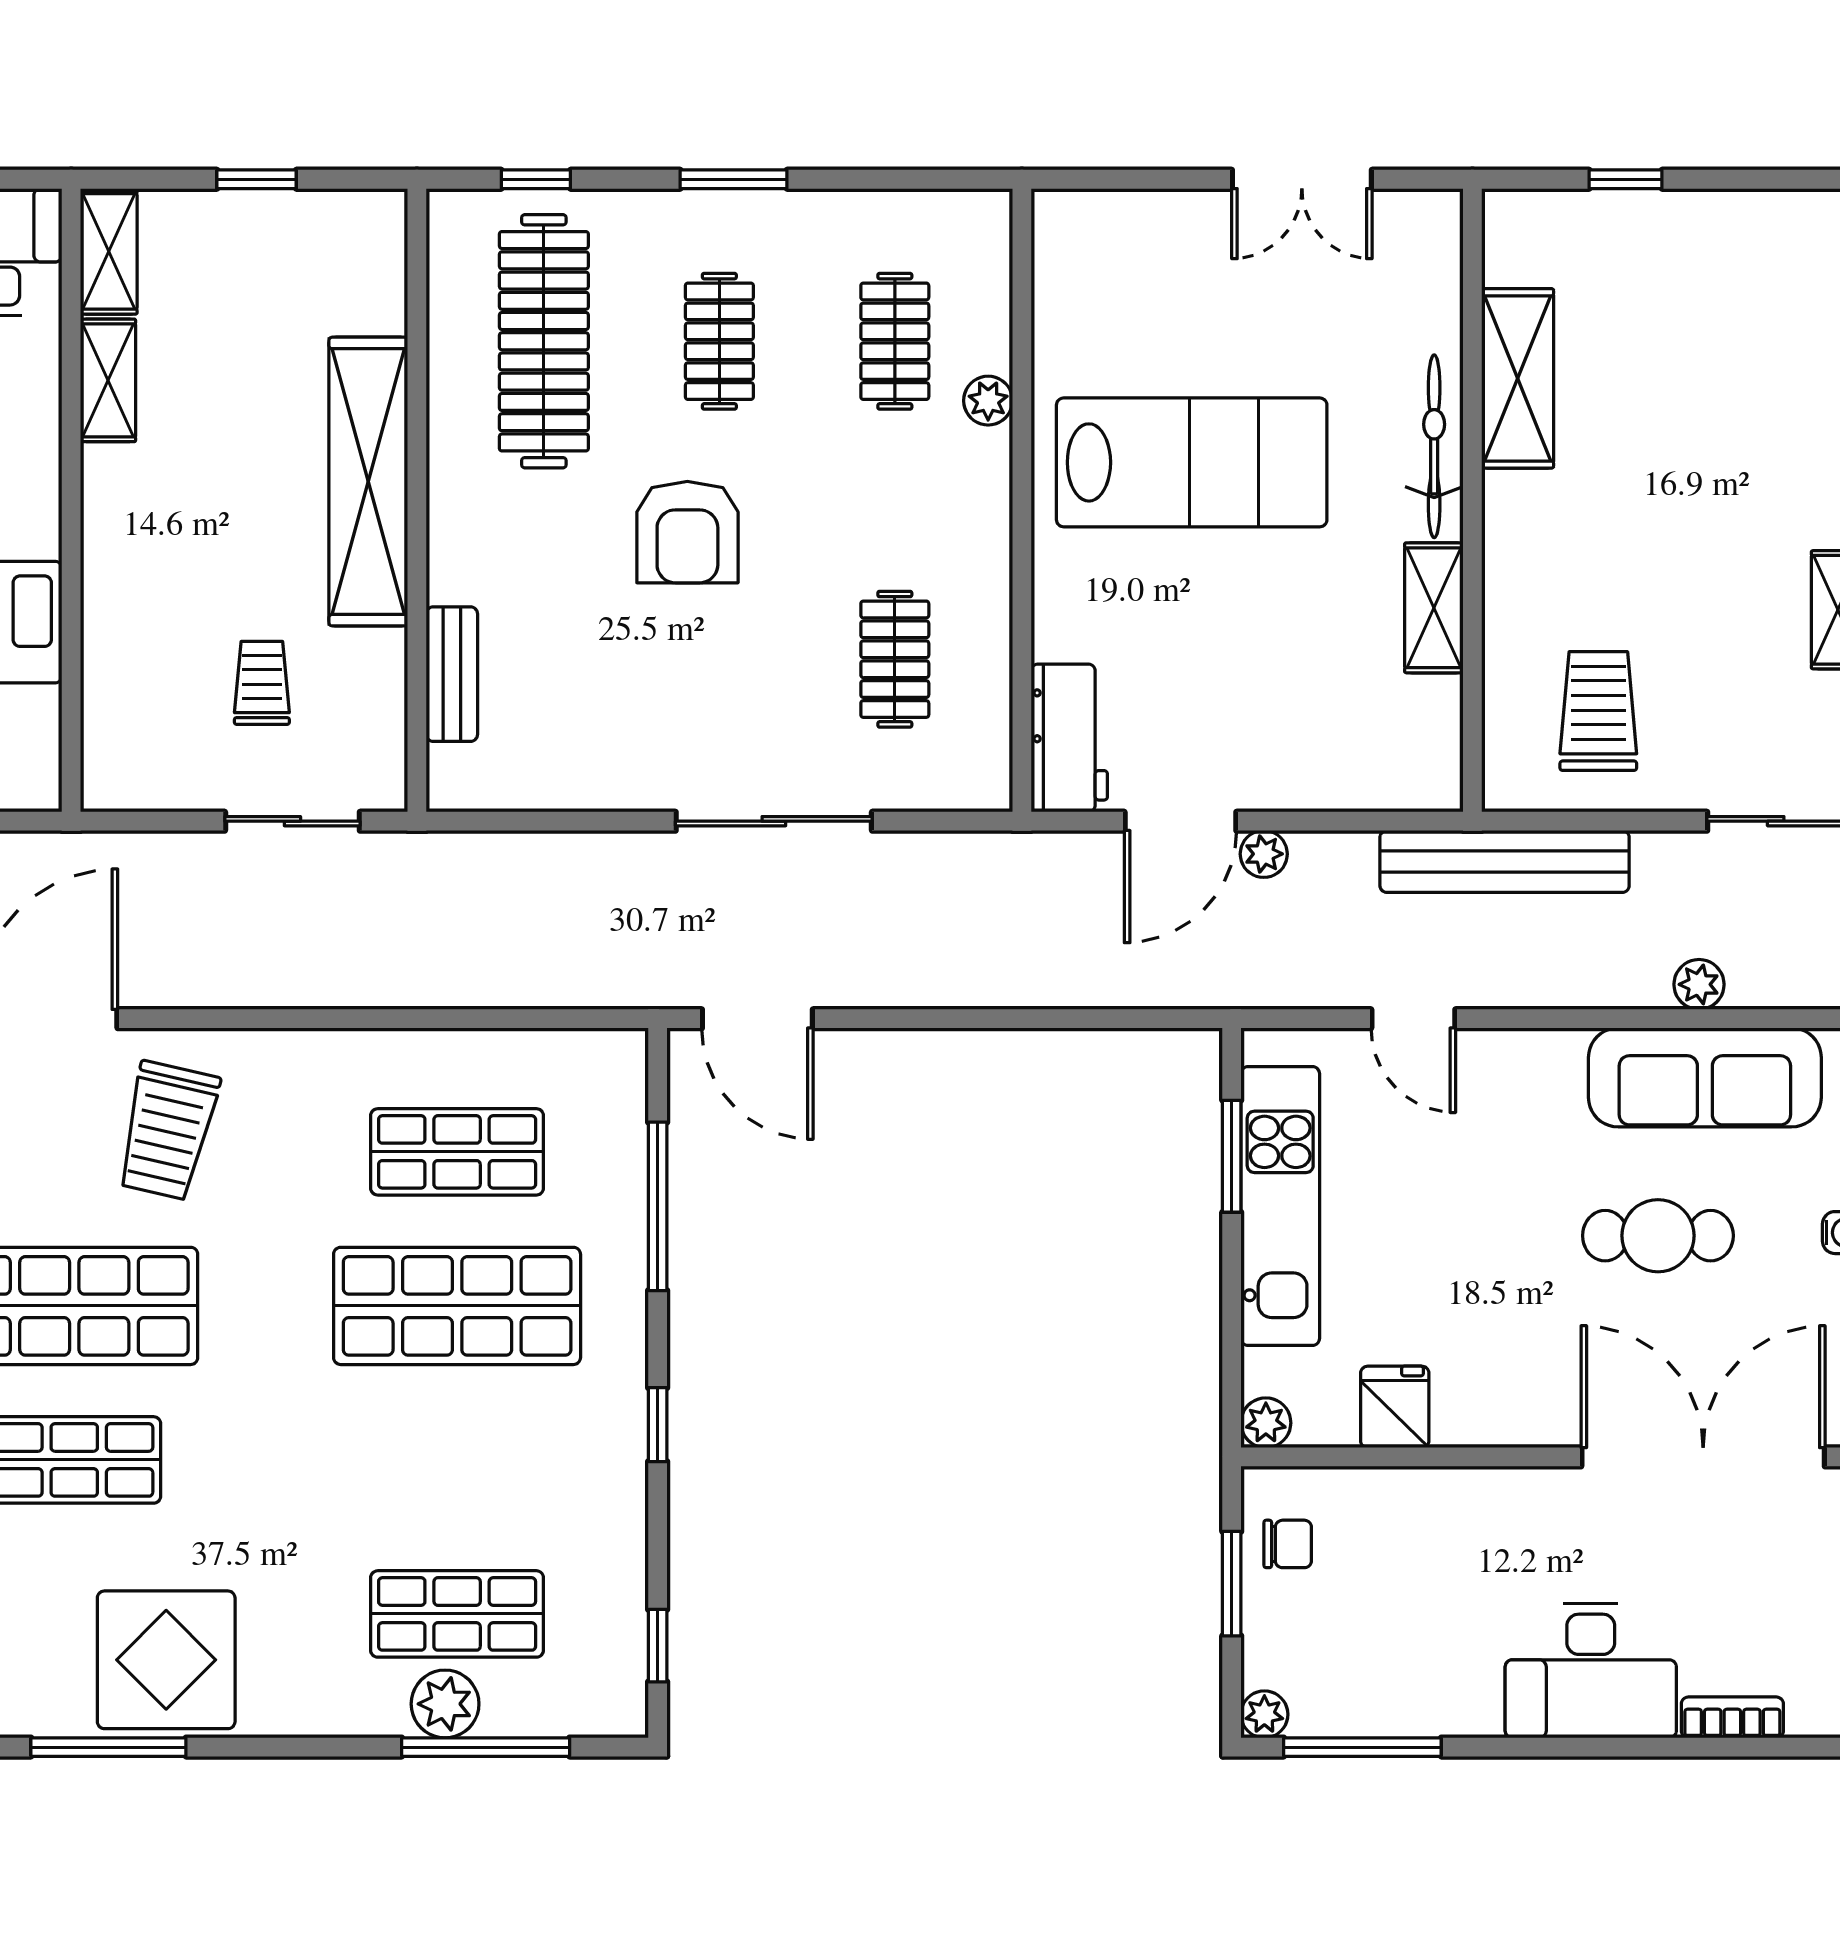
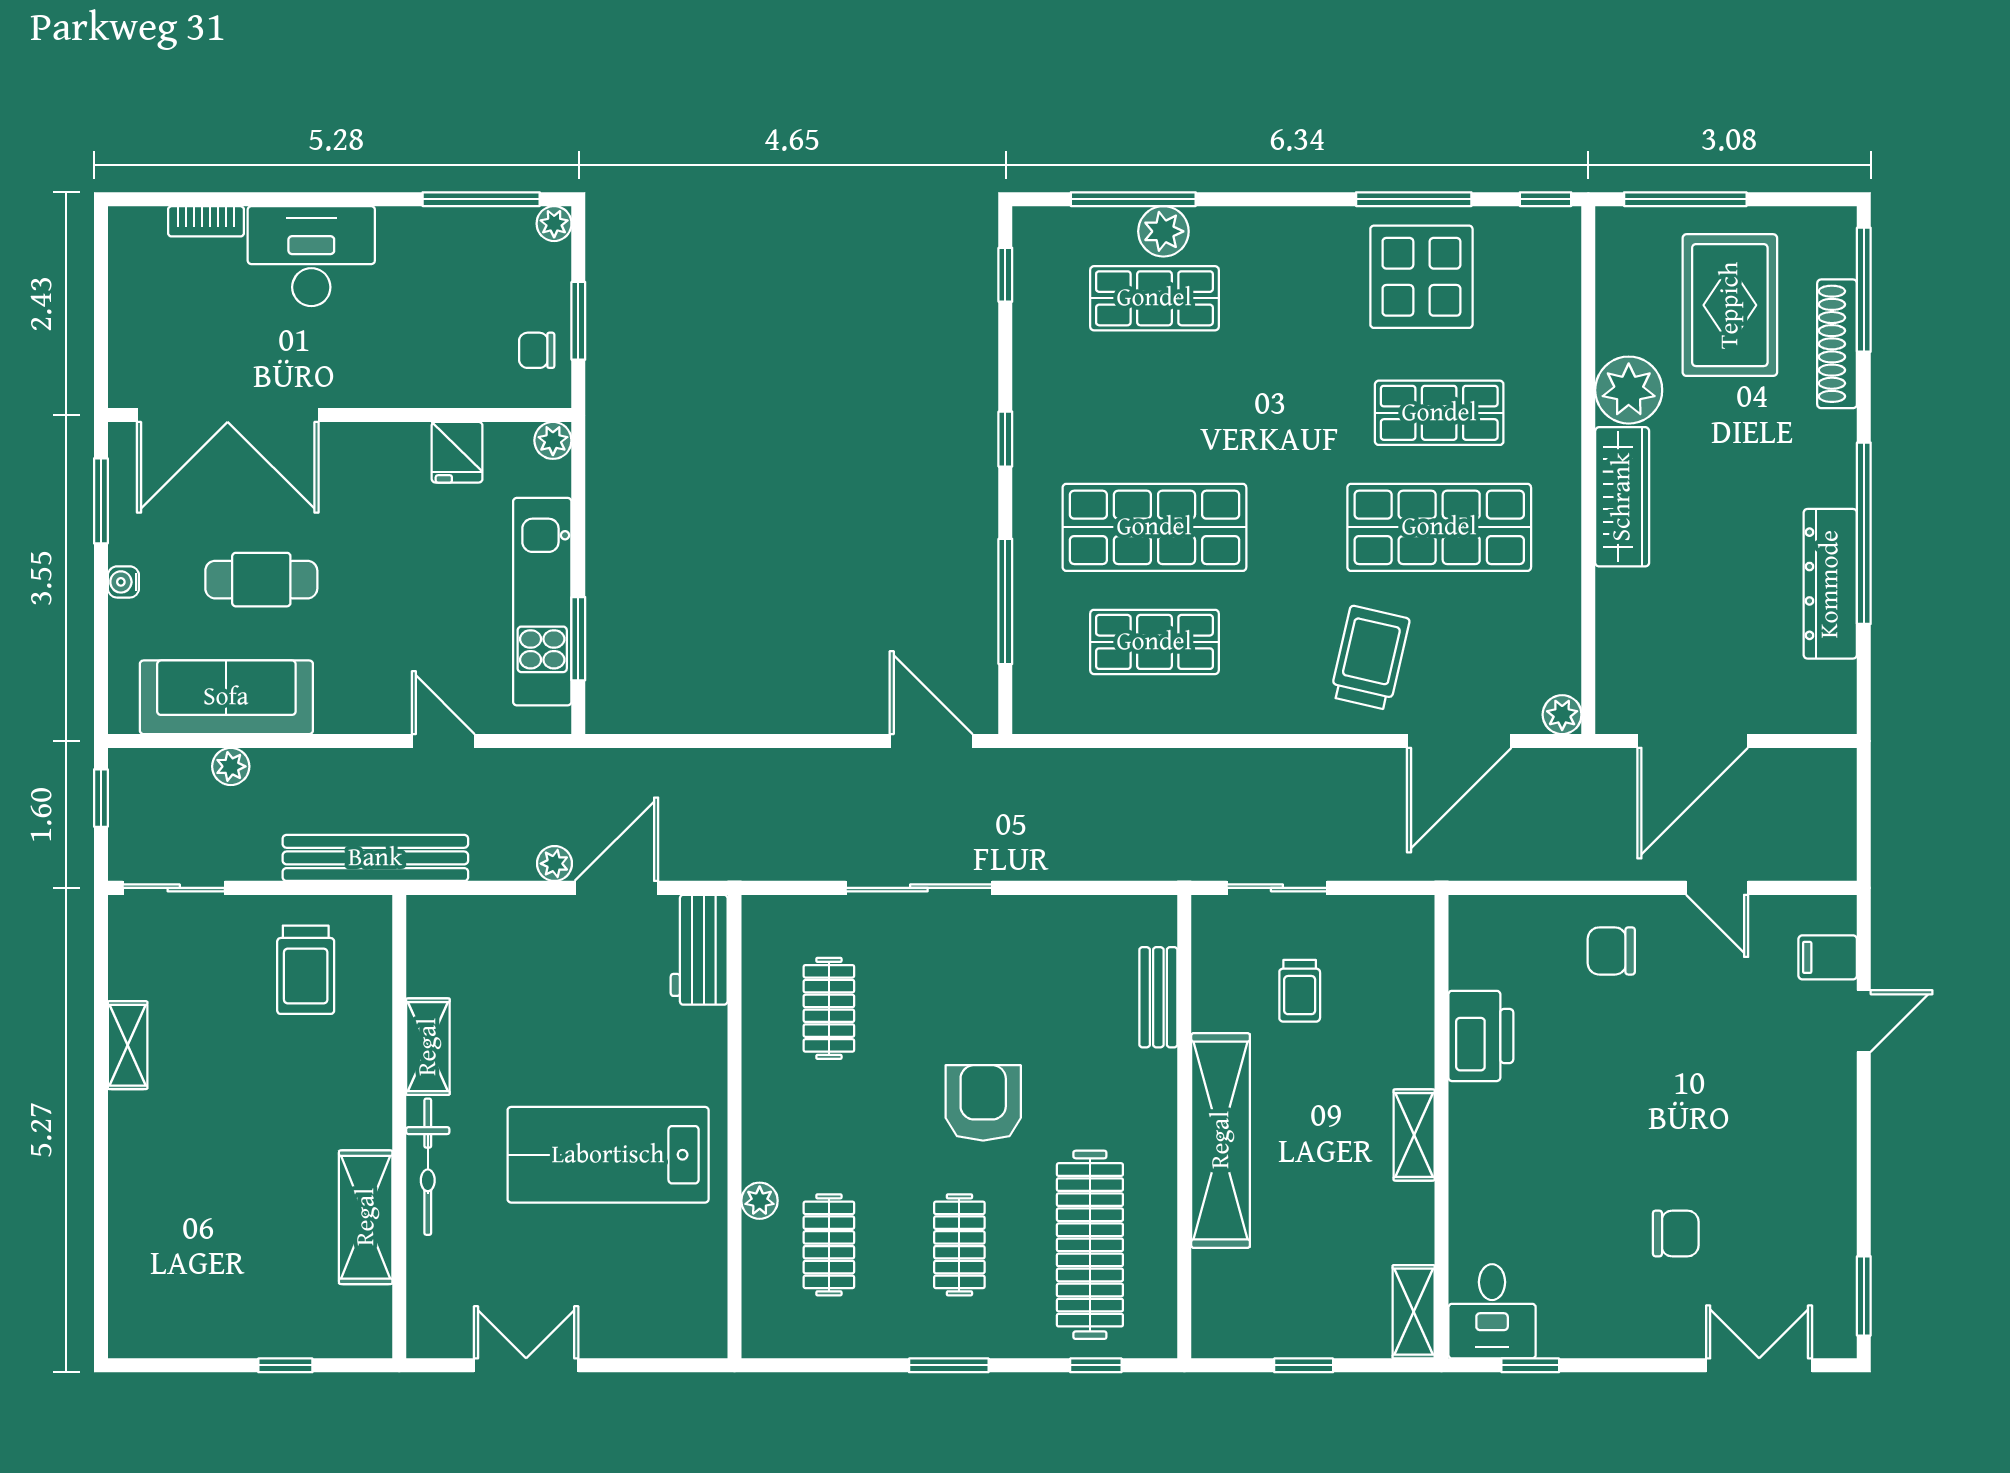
shelving: (108, 380) -> (1414, 1135), moved
display table: (166, 1660) -> (1421, 277), moved

